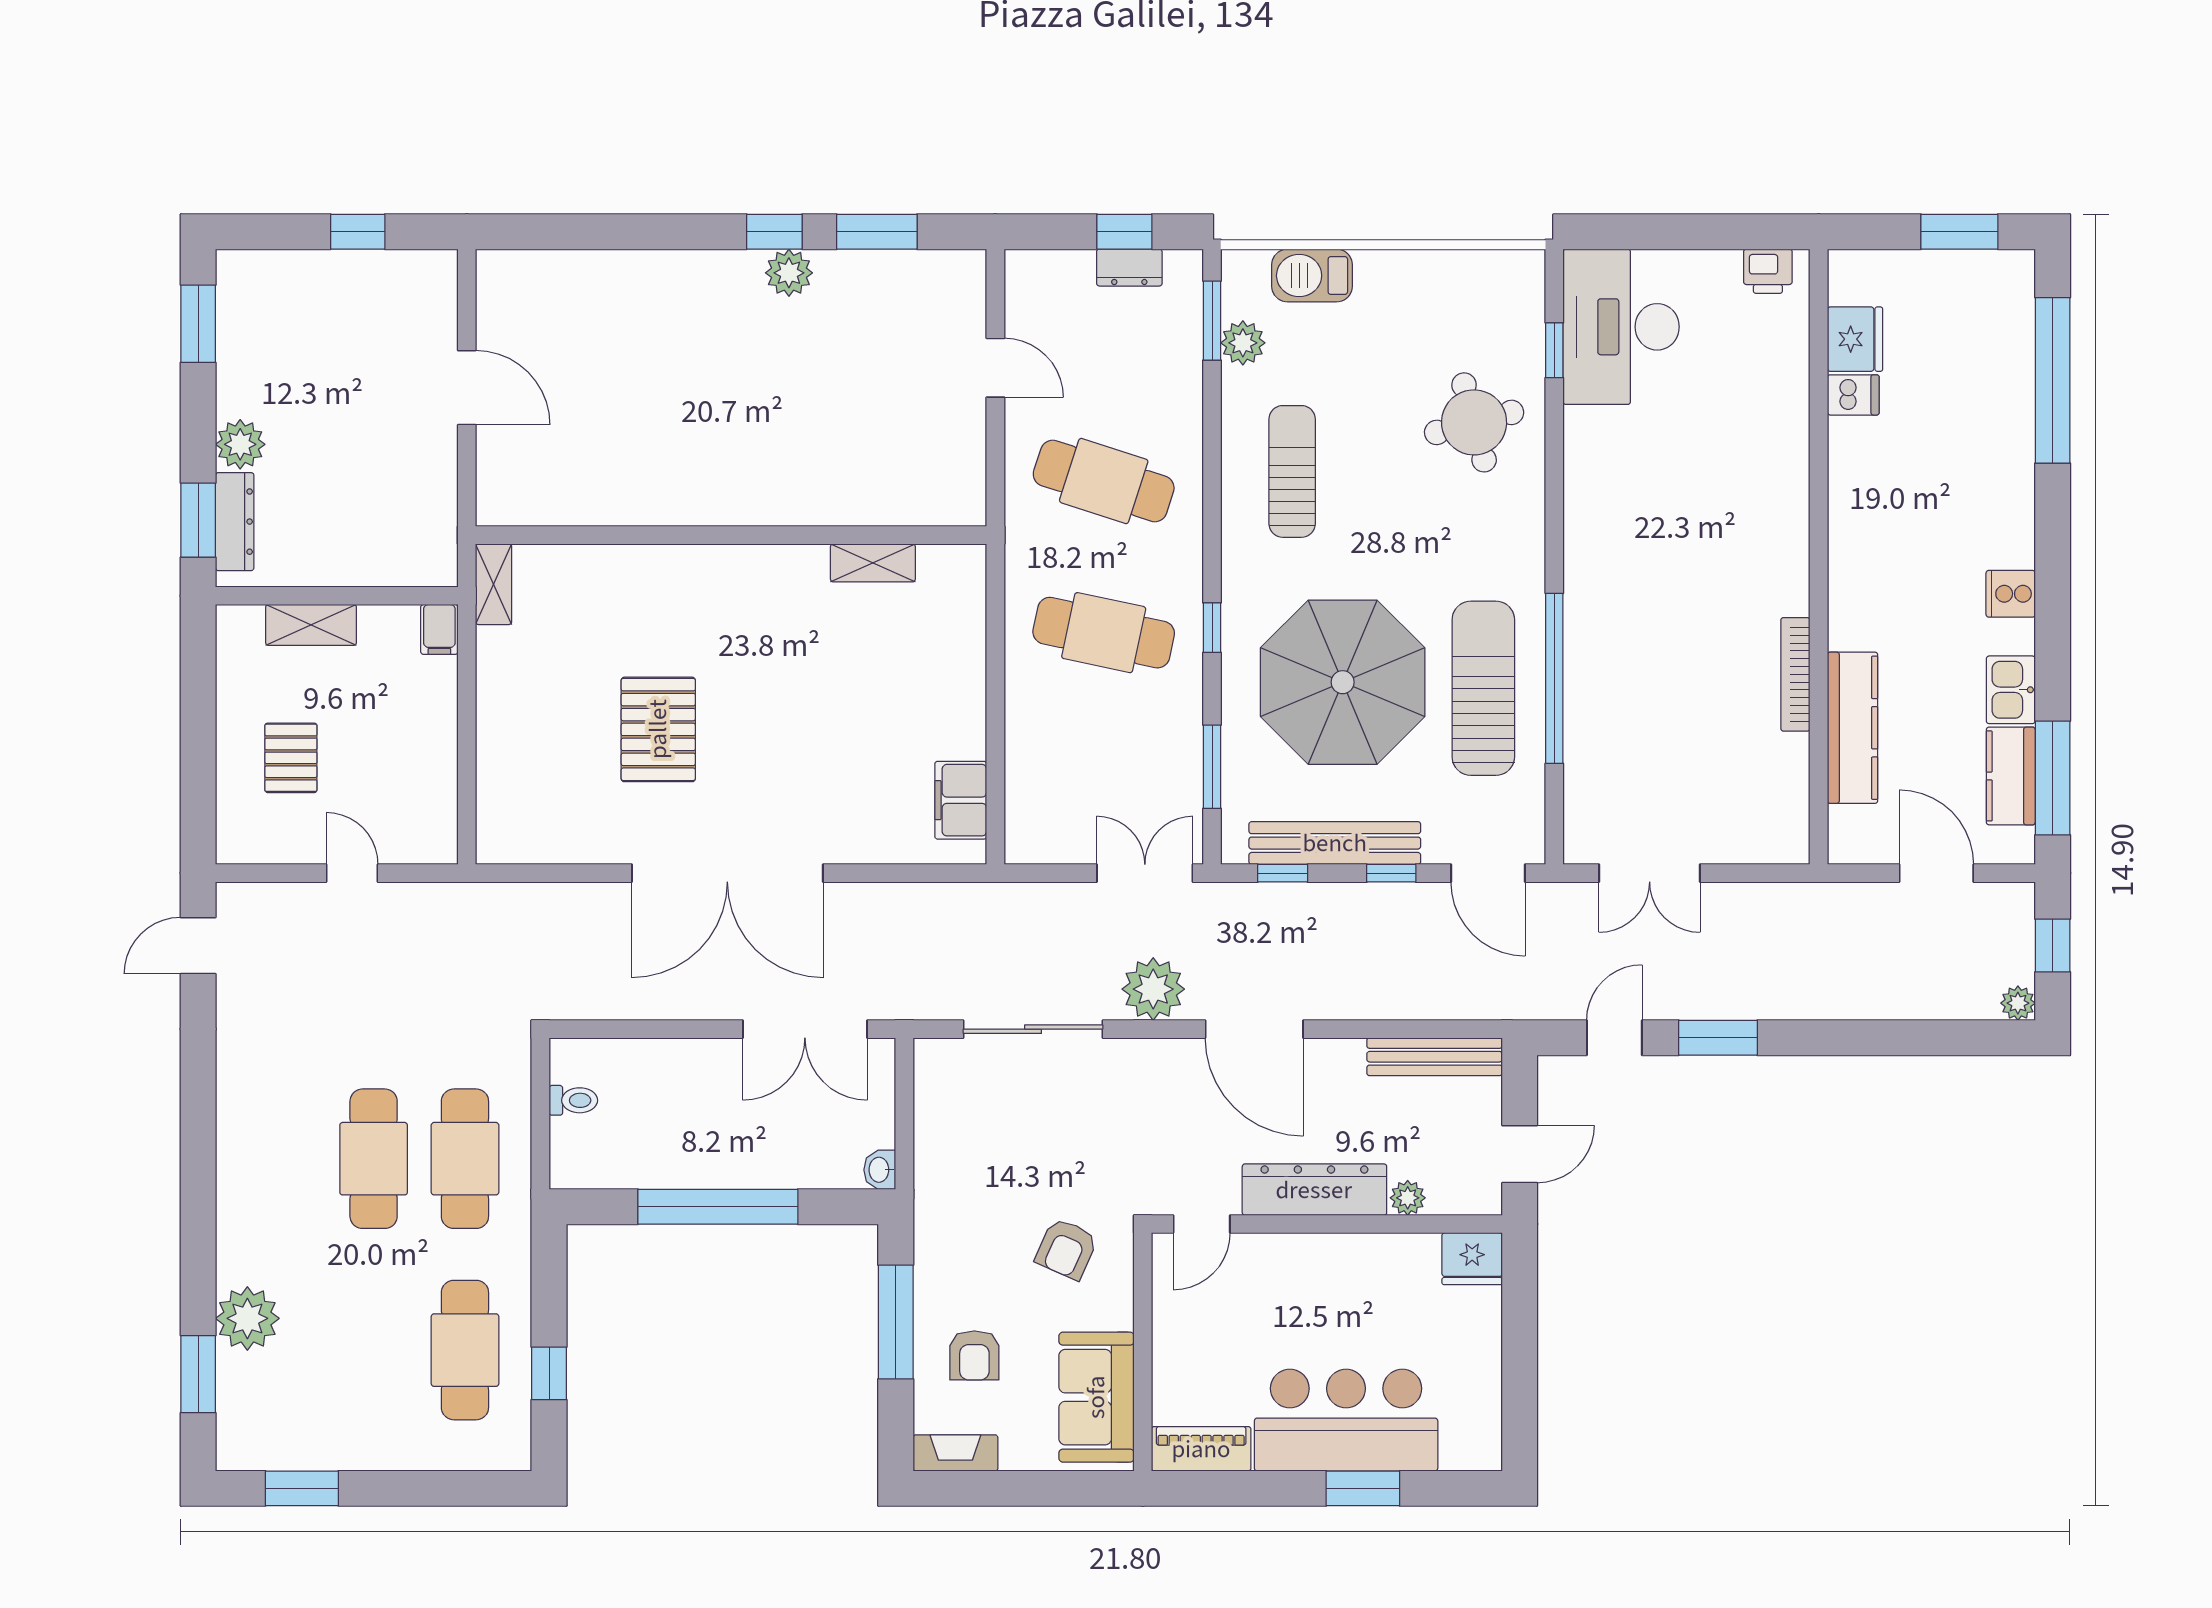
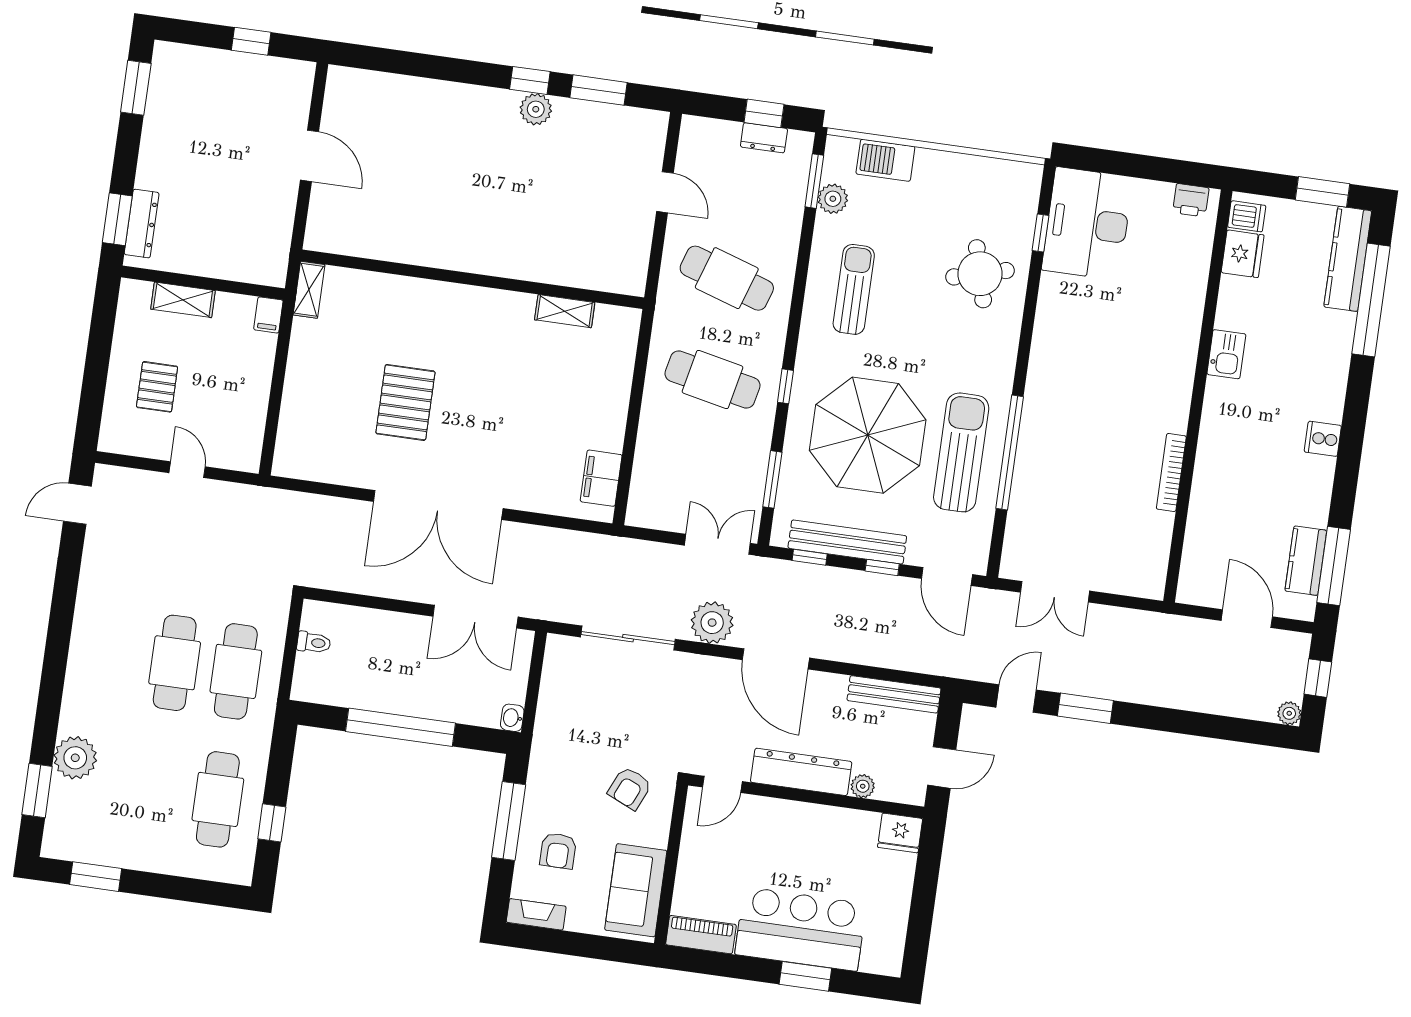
dishwasher: (1853, 395) -> (1247, 216), moved
plant: (240, 444) -> (153, 172), removed
kitchen sink: (2011, 690) -> (1226, 354), moved, turned 180
kitchen counter: (1852, 728) -> (1348, 259), moved, turned 180

